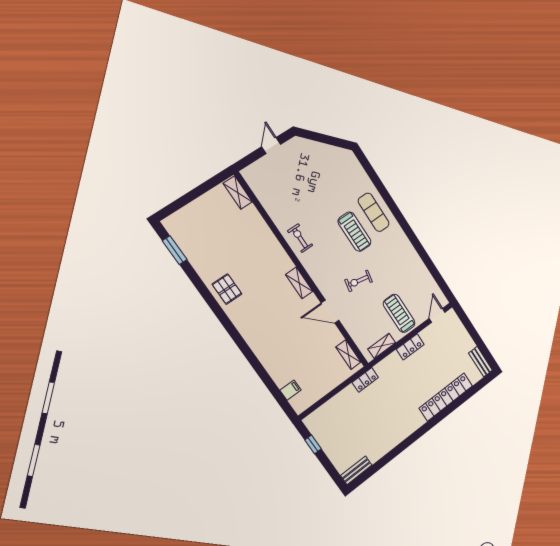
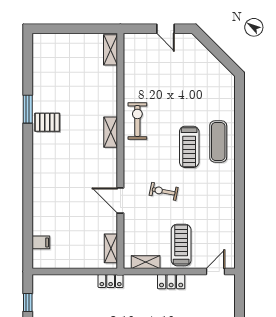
door: (271, 146) -> (166, 29), swing flipped
exercise bike: (300, 238) -> (137, 121), width x1.38, depth x1.39
window: (175, 250) -> (28, 109), moved
shelving: (299, 283) -> (111, 132), moved
pallet: (227, 289) -> (47, 122), turned 90

